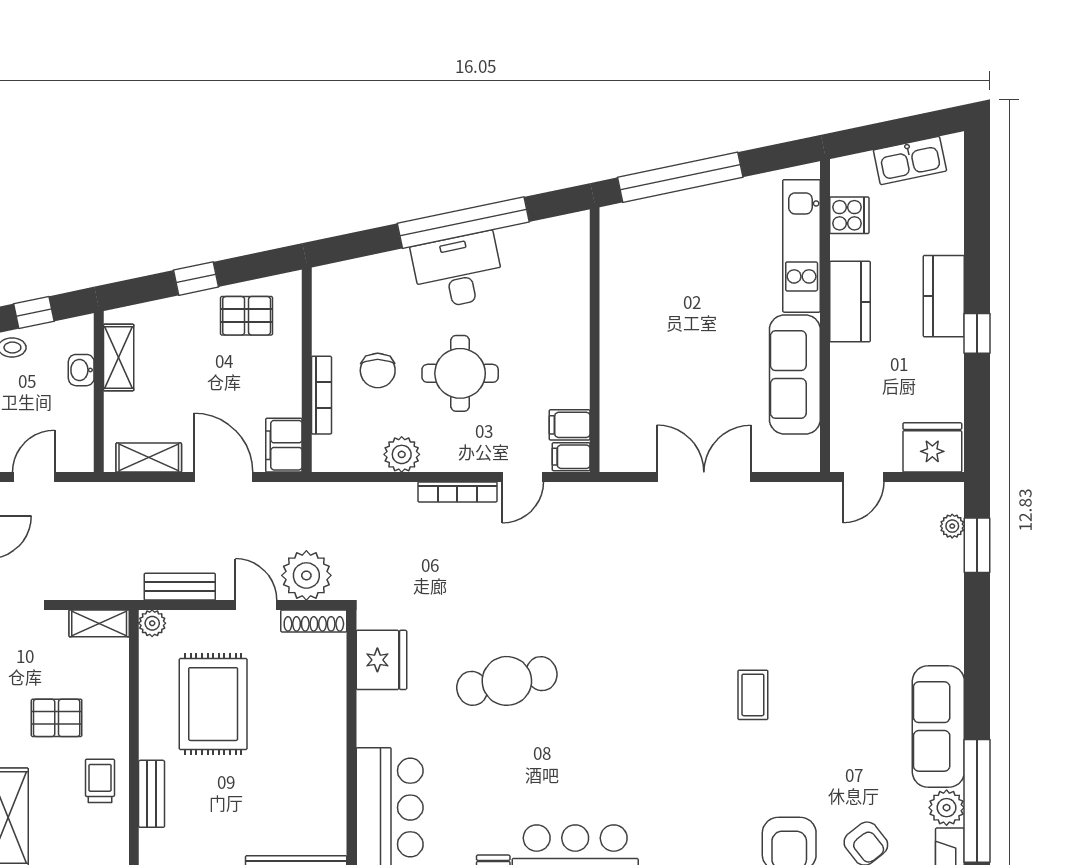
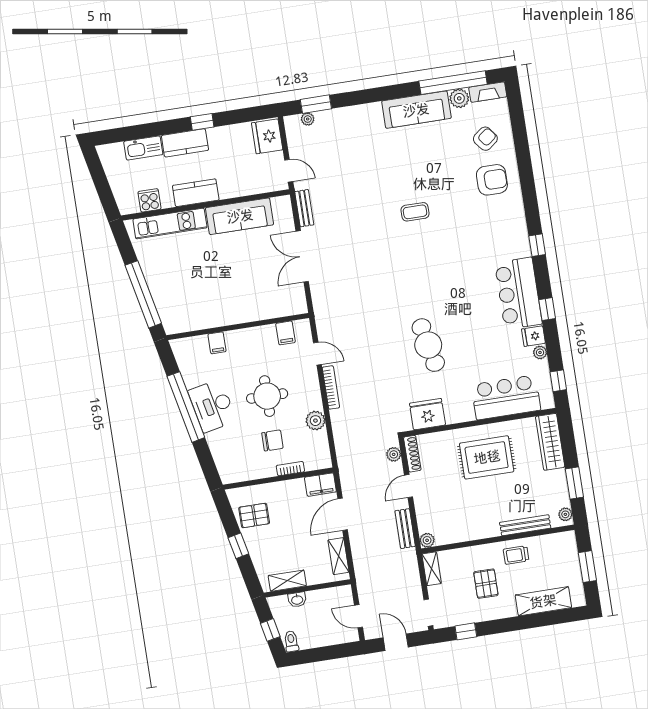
kitchen sink: (910, 161) -> (143, 148), moved, turned 102
pallet: (247, 316) -> (254, 515), turned 90
bookcase: (321, 395) -> (290, 469), width x0.64
filing cabinet: (571, 457) -> (217, 343), moved
bench: (791, 495) -> (304, 208), added
plant: (306, 575) -> (394, 454), width x0.53, depth x0.53
rug: (213, 704) -> (487, 457), moved
bench: (152, 794) -> (525, 525), width x1.36

